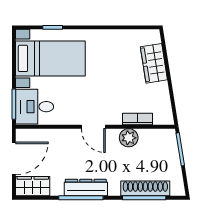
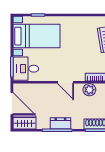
door: (14, 158) -> (12, 104), hinge flipped
dresser: (86, 188) -> (60, 123), width x0.70

